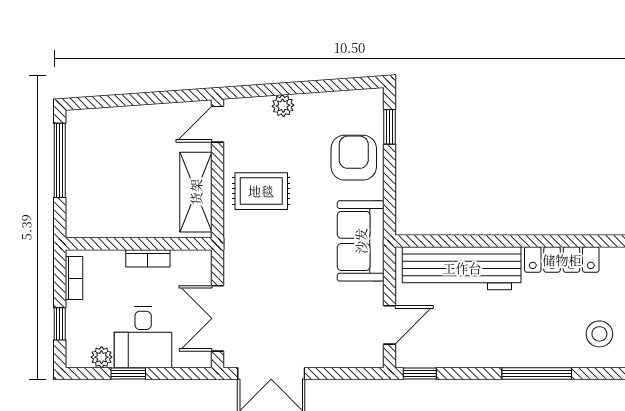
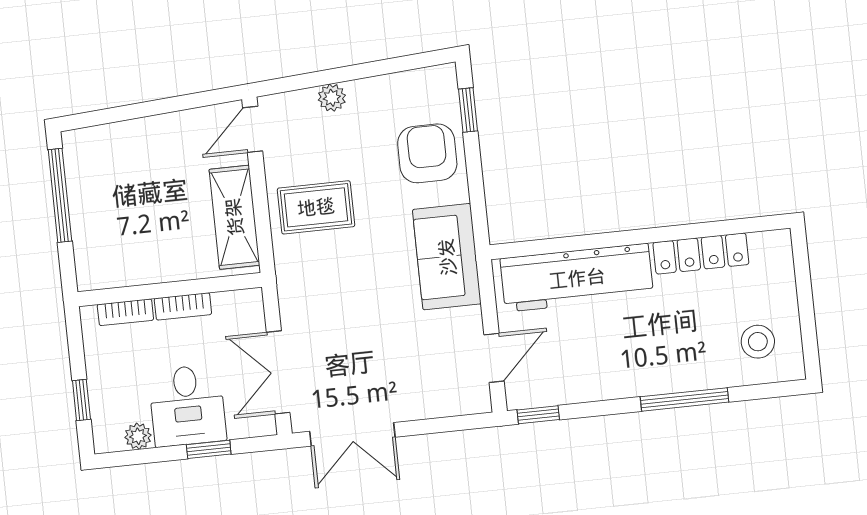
bookcase: (74, 278) -> (125, 312), moved, turned 90
window: (128, 374) -> (209, 449), moved

